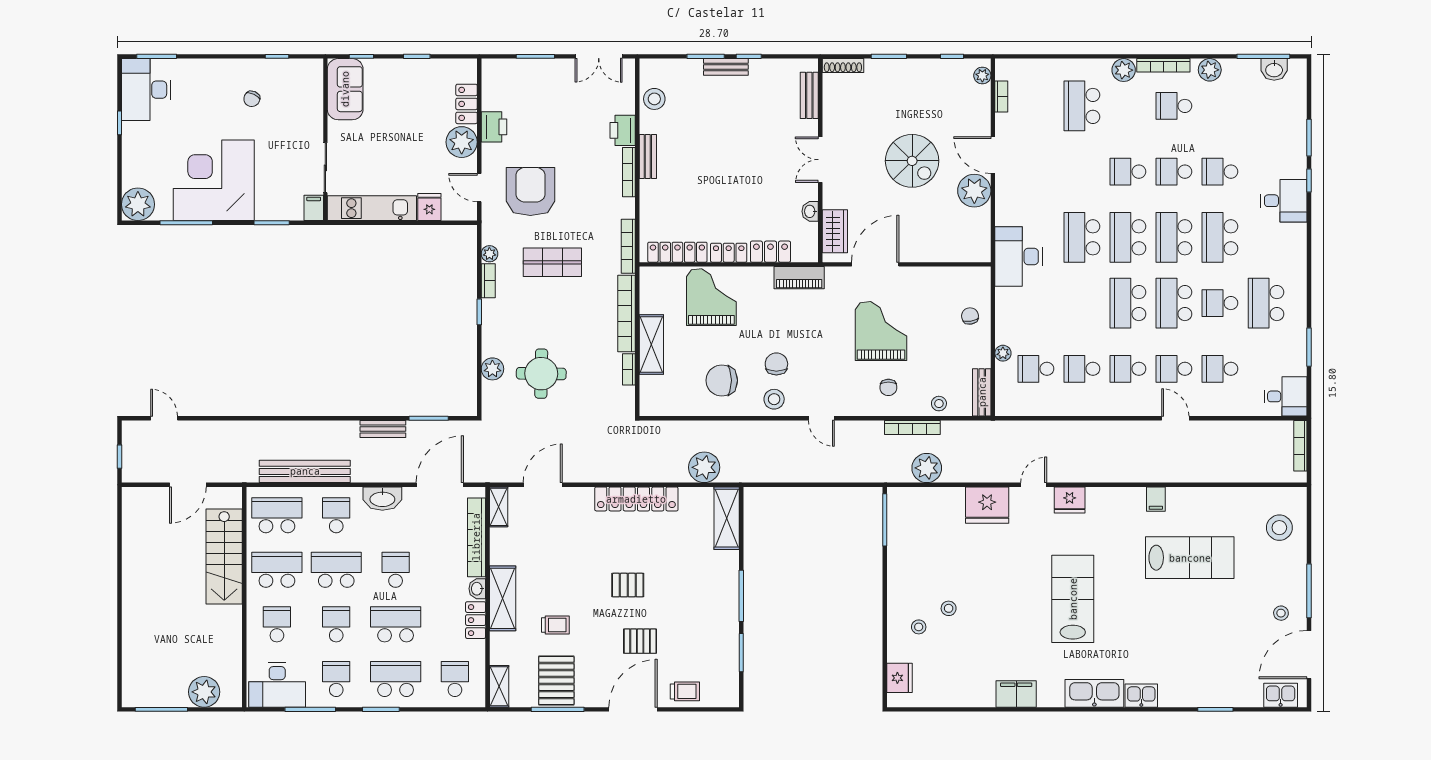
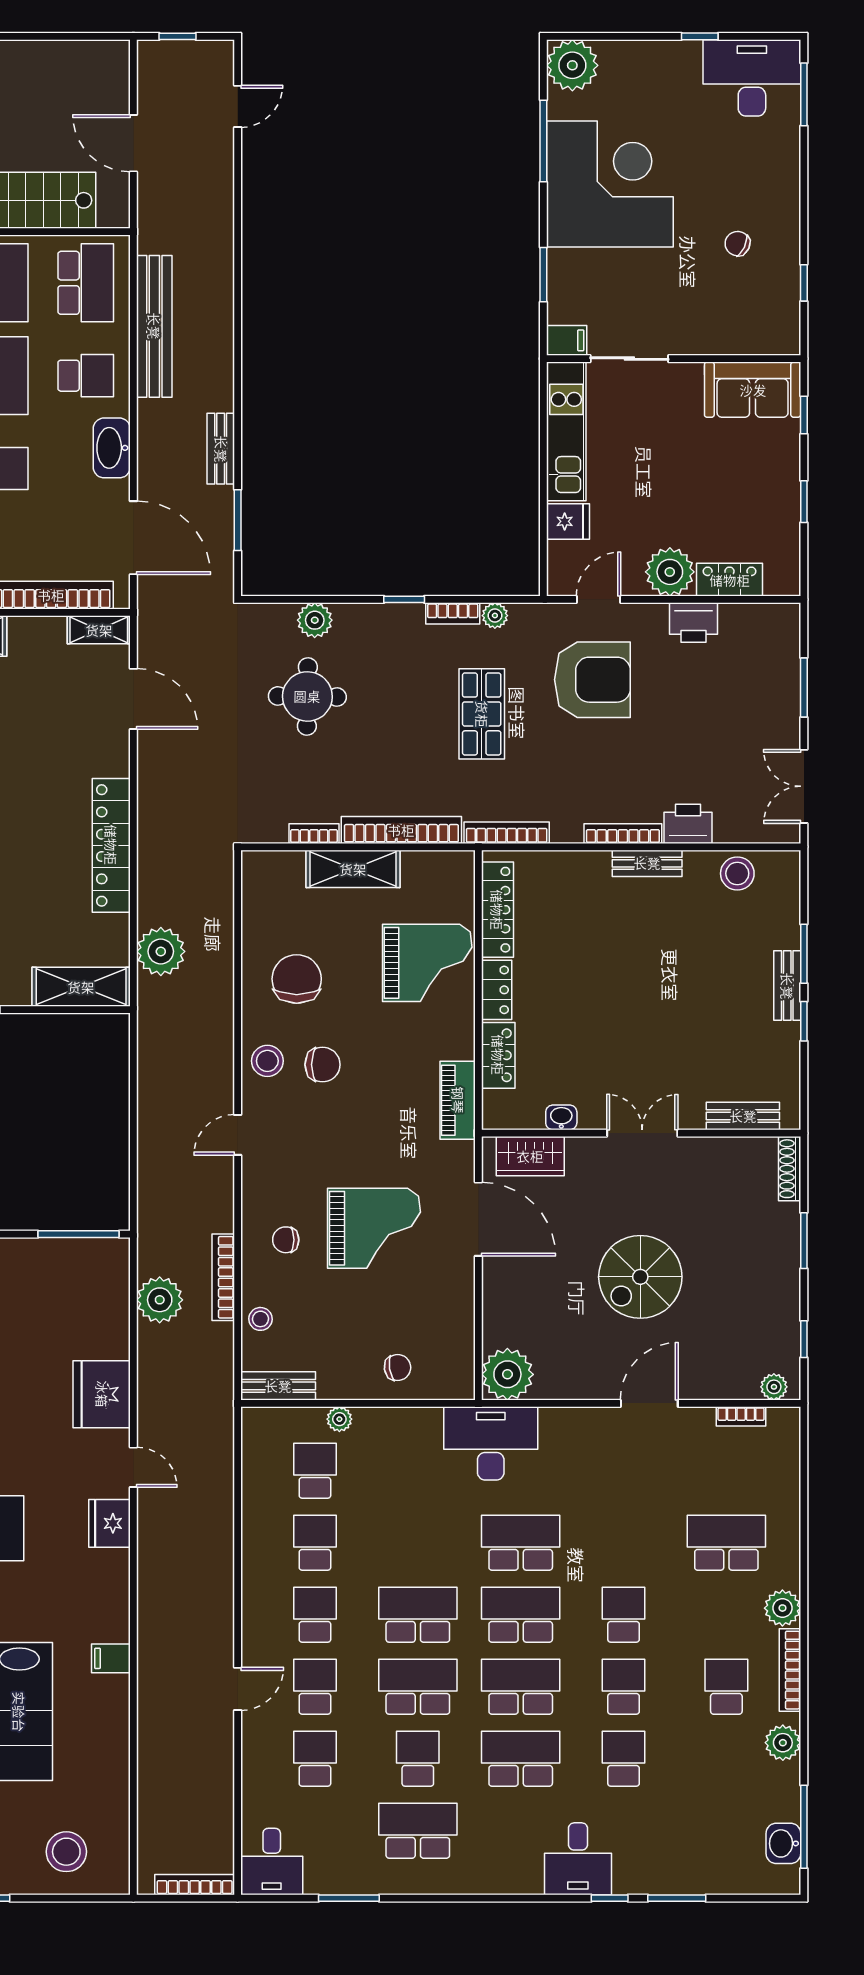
plant: (974, 191) -> (507, 1374), moved

